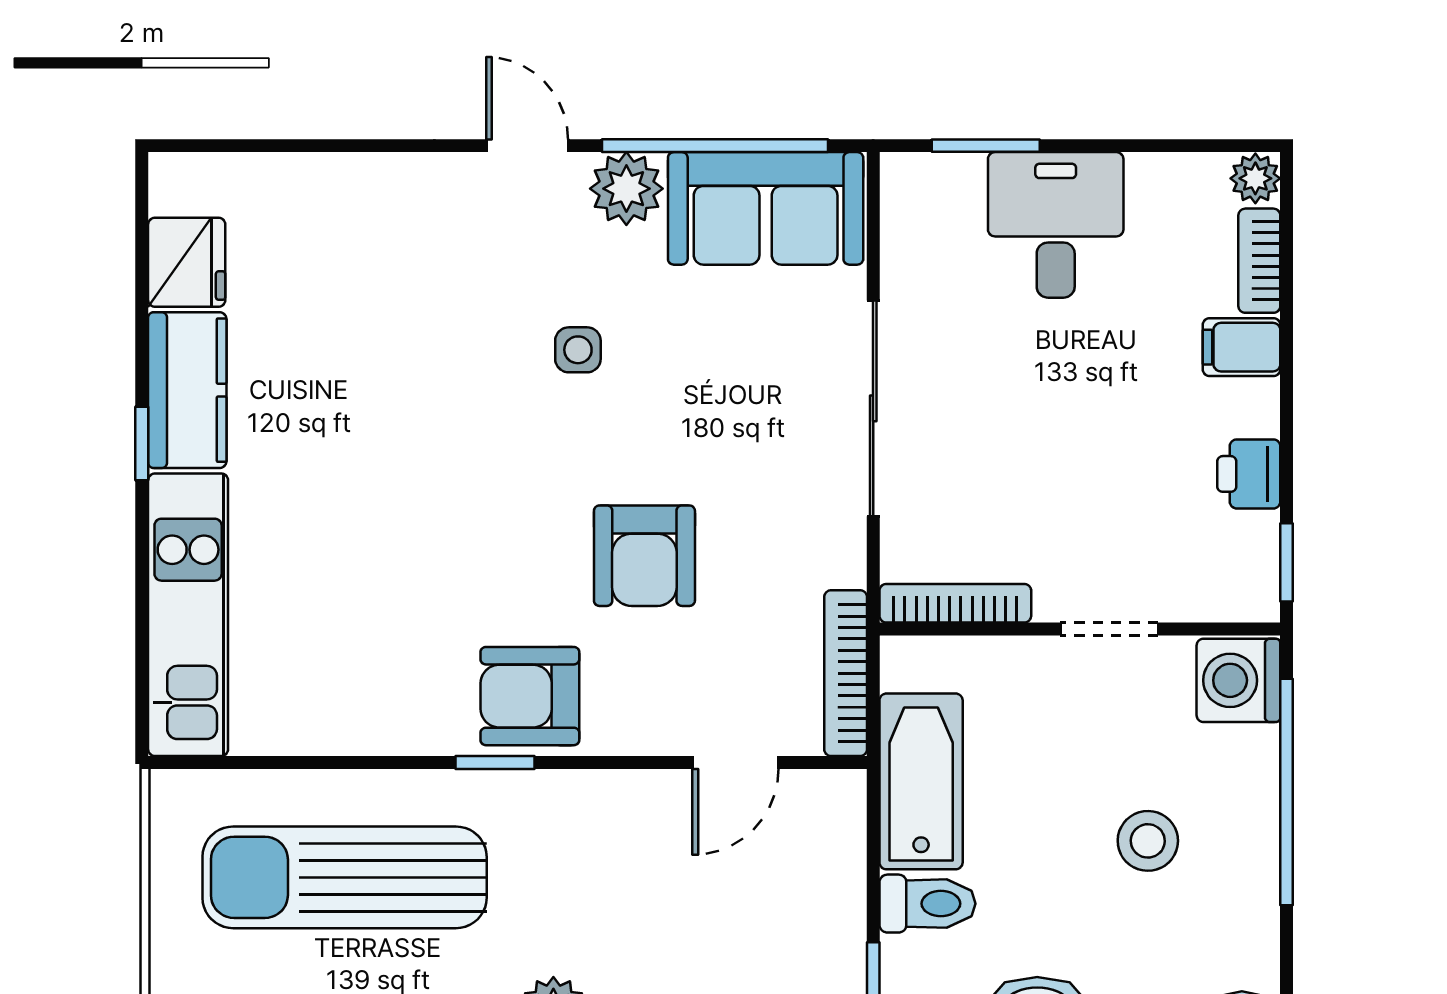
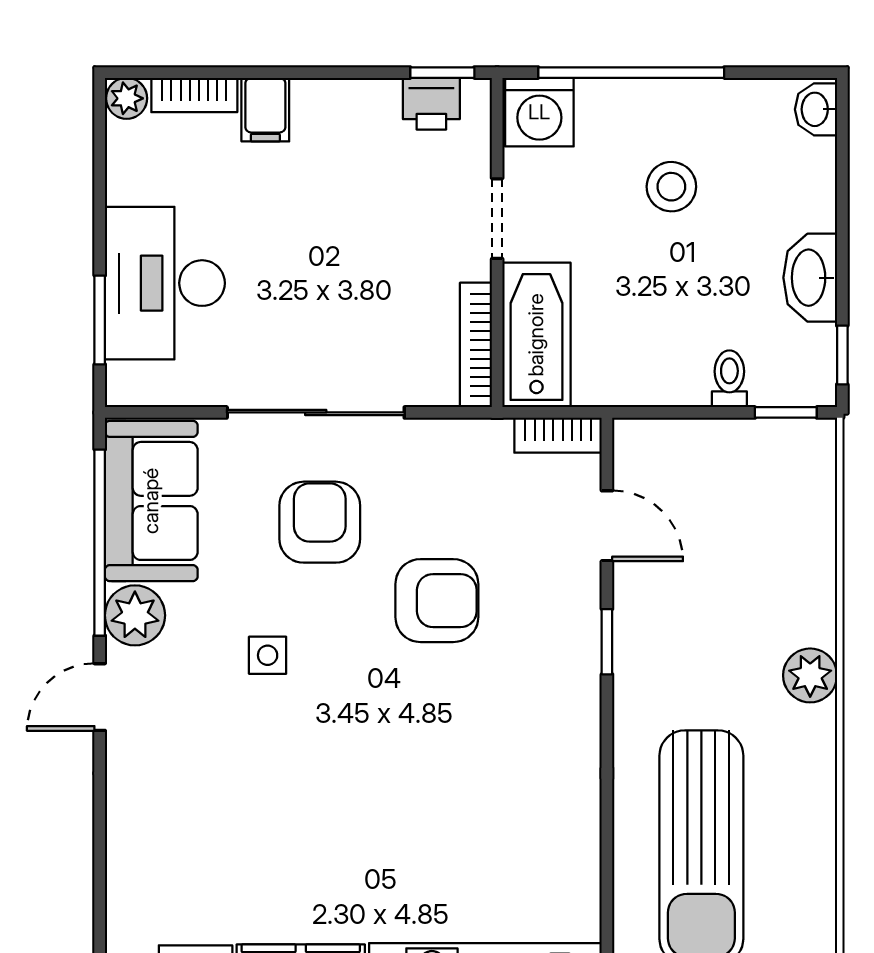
desk: (1056, 225) -> (165, 283), width x1.37
printer: (1249, 474) -> (431, 104), moved
bookcase: (846, 673) -> (558, 435), width x0.64
armchair: (530, 696) -> (320, 522), moved, turned 180
window: (495, 763) -> (607, 642), moved
bathtub: (921, 781) -> (536, 335), moved, turned 90
toilet: (927, 904) -> (729, 379), width x0.73, depth x0.72

